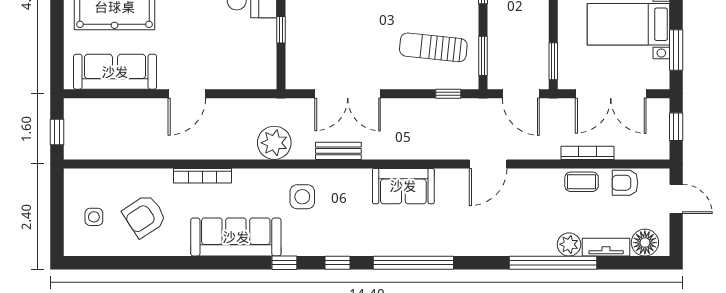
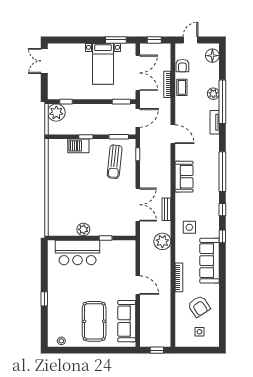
tv unit: (606, 247) -> (215, 122), moved

